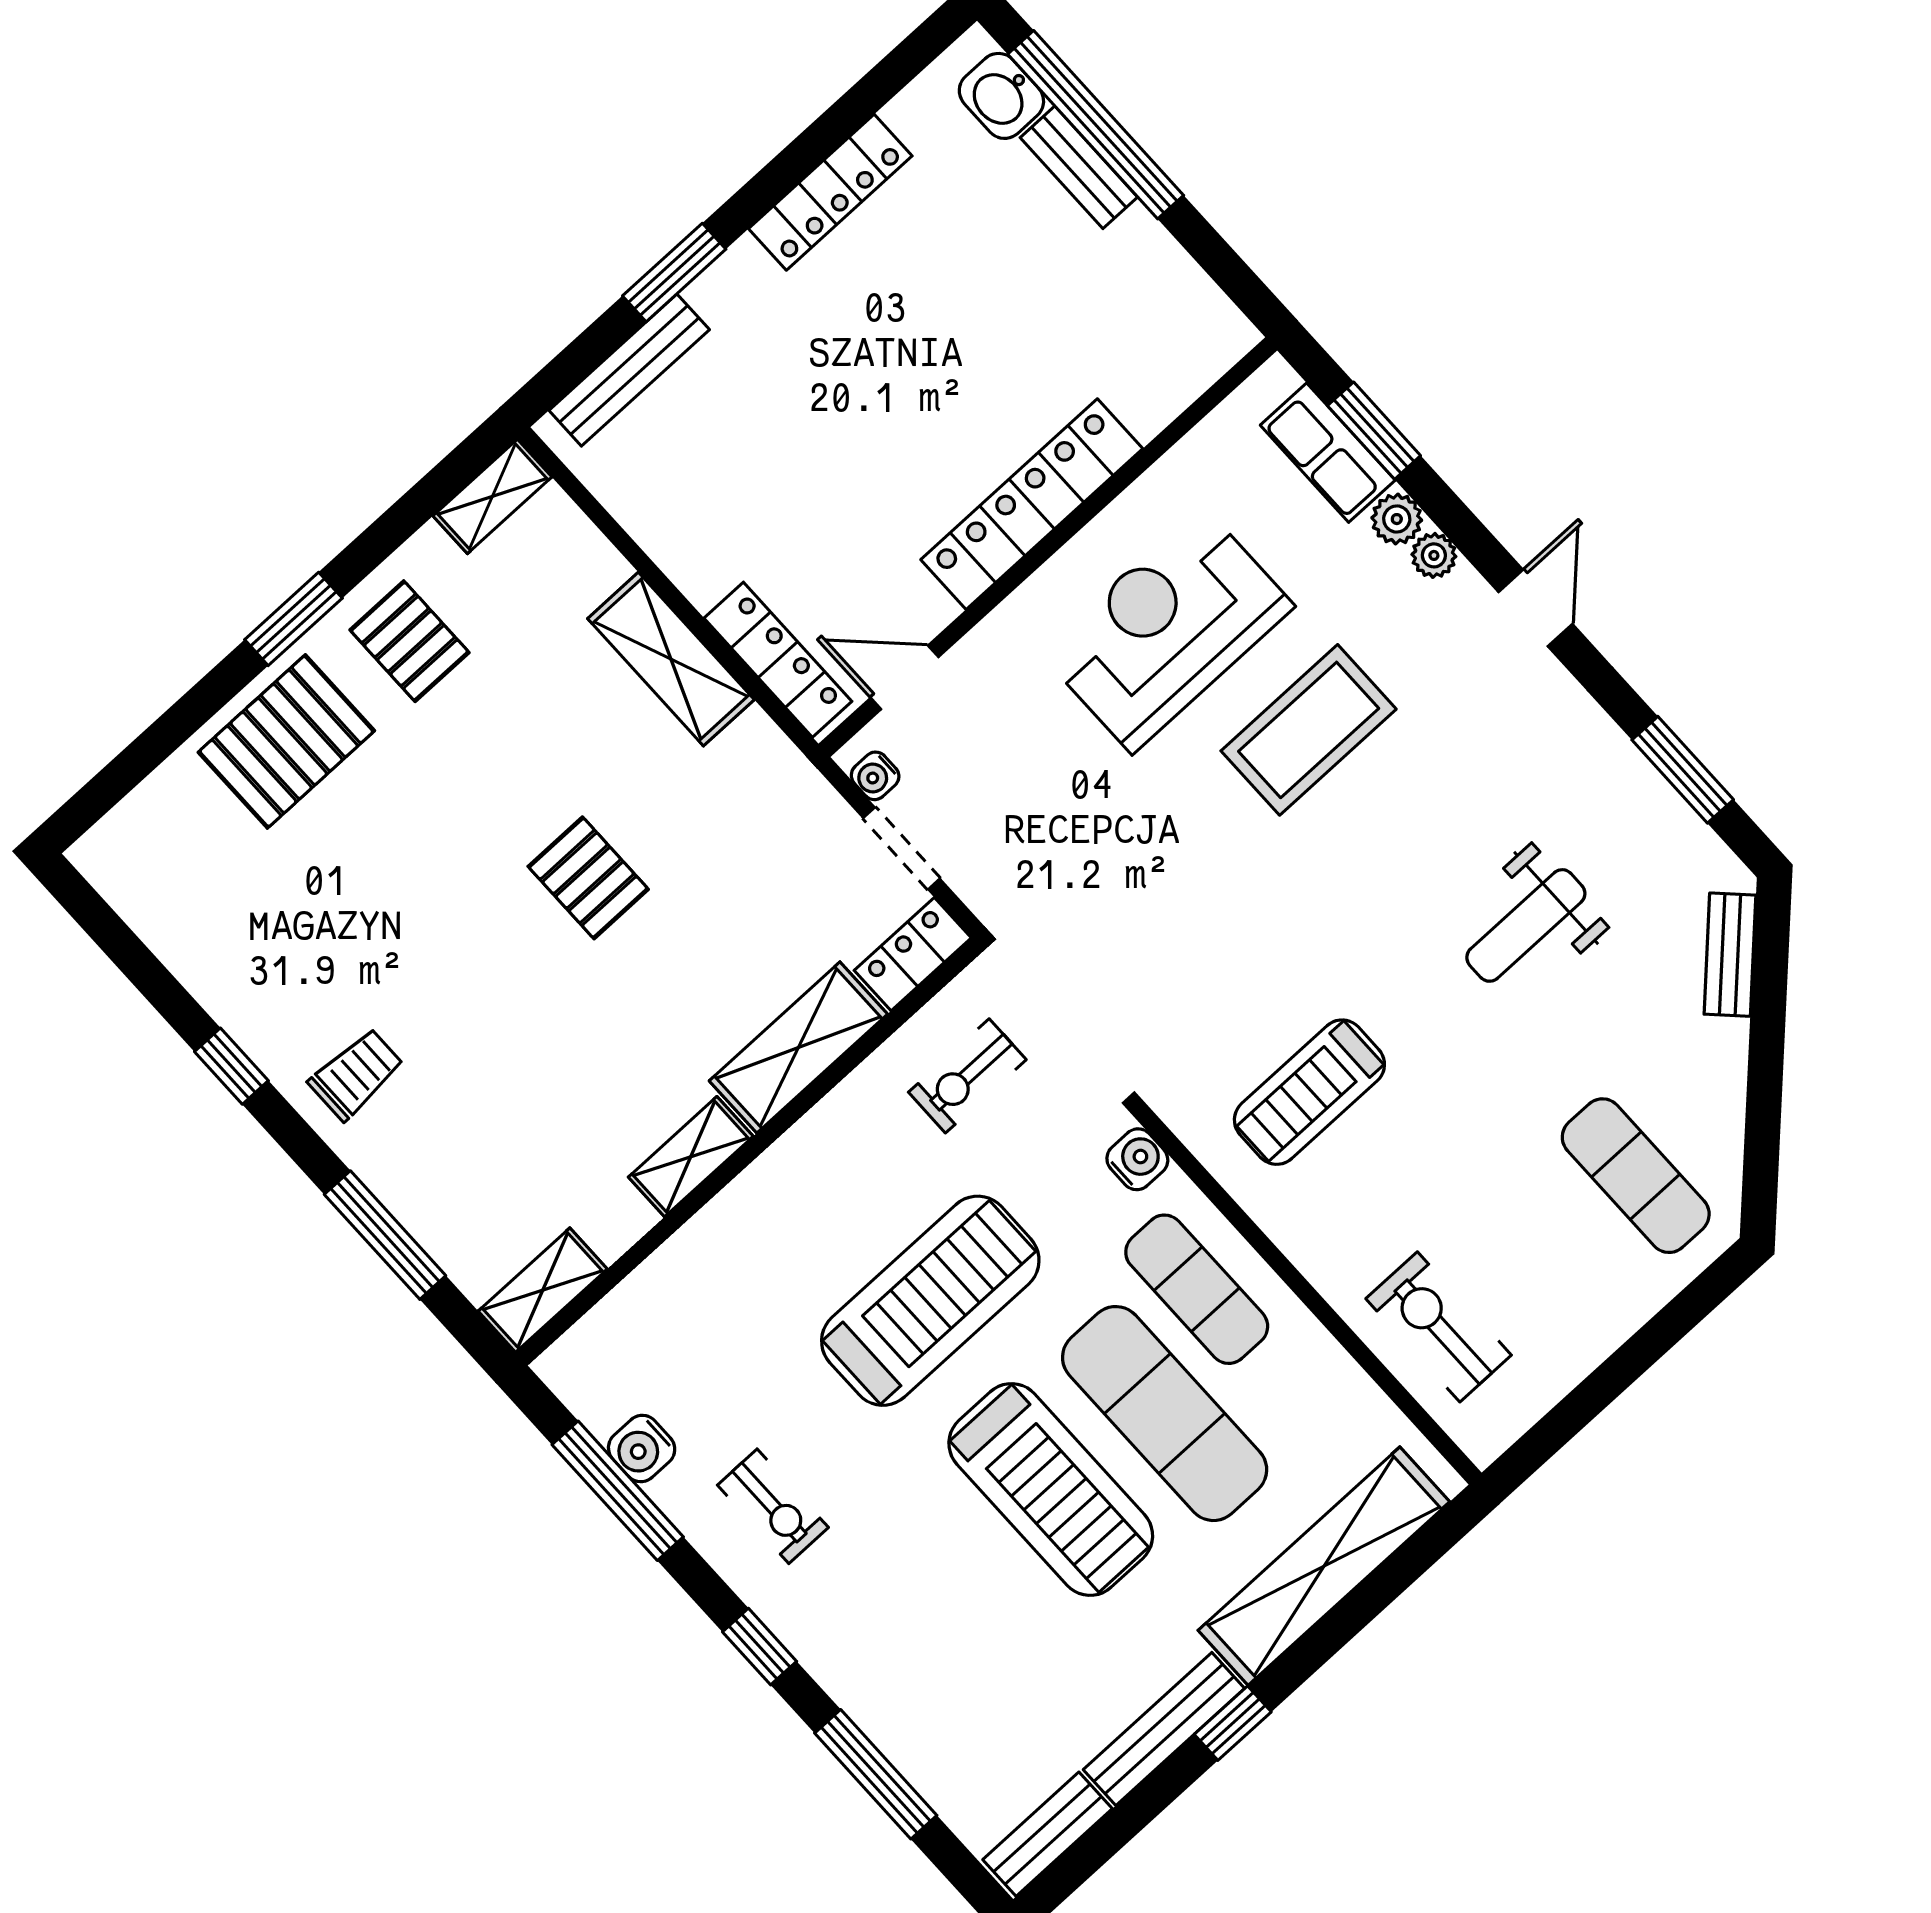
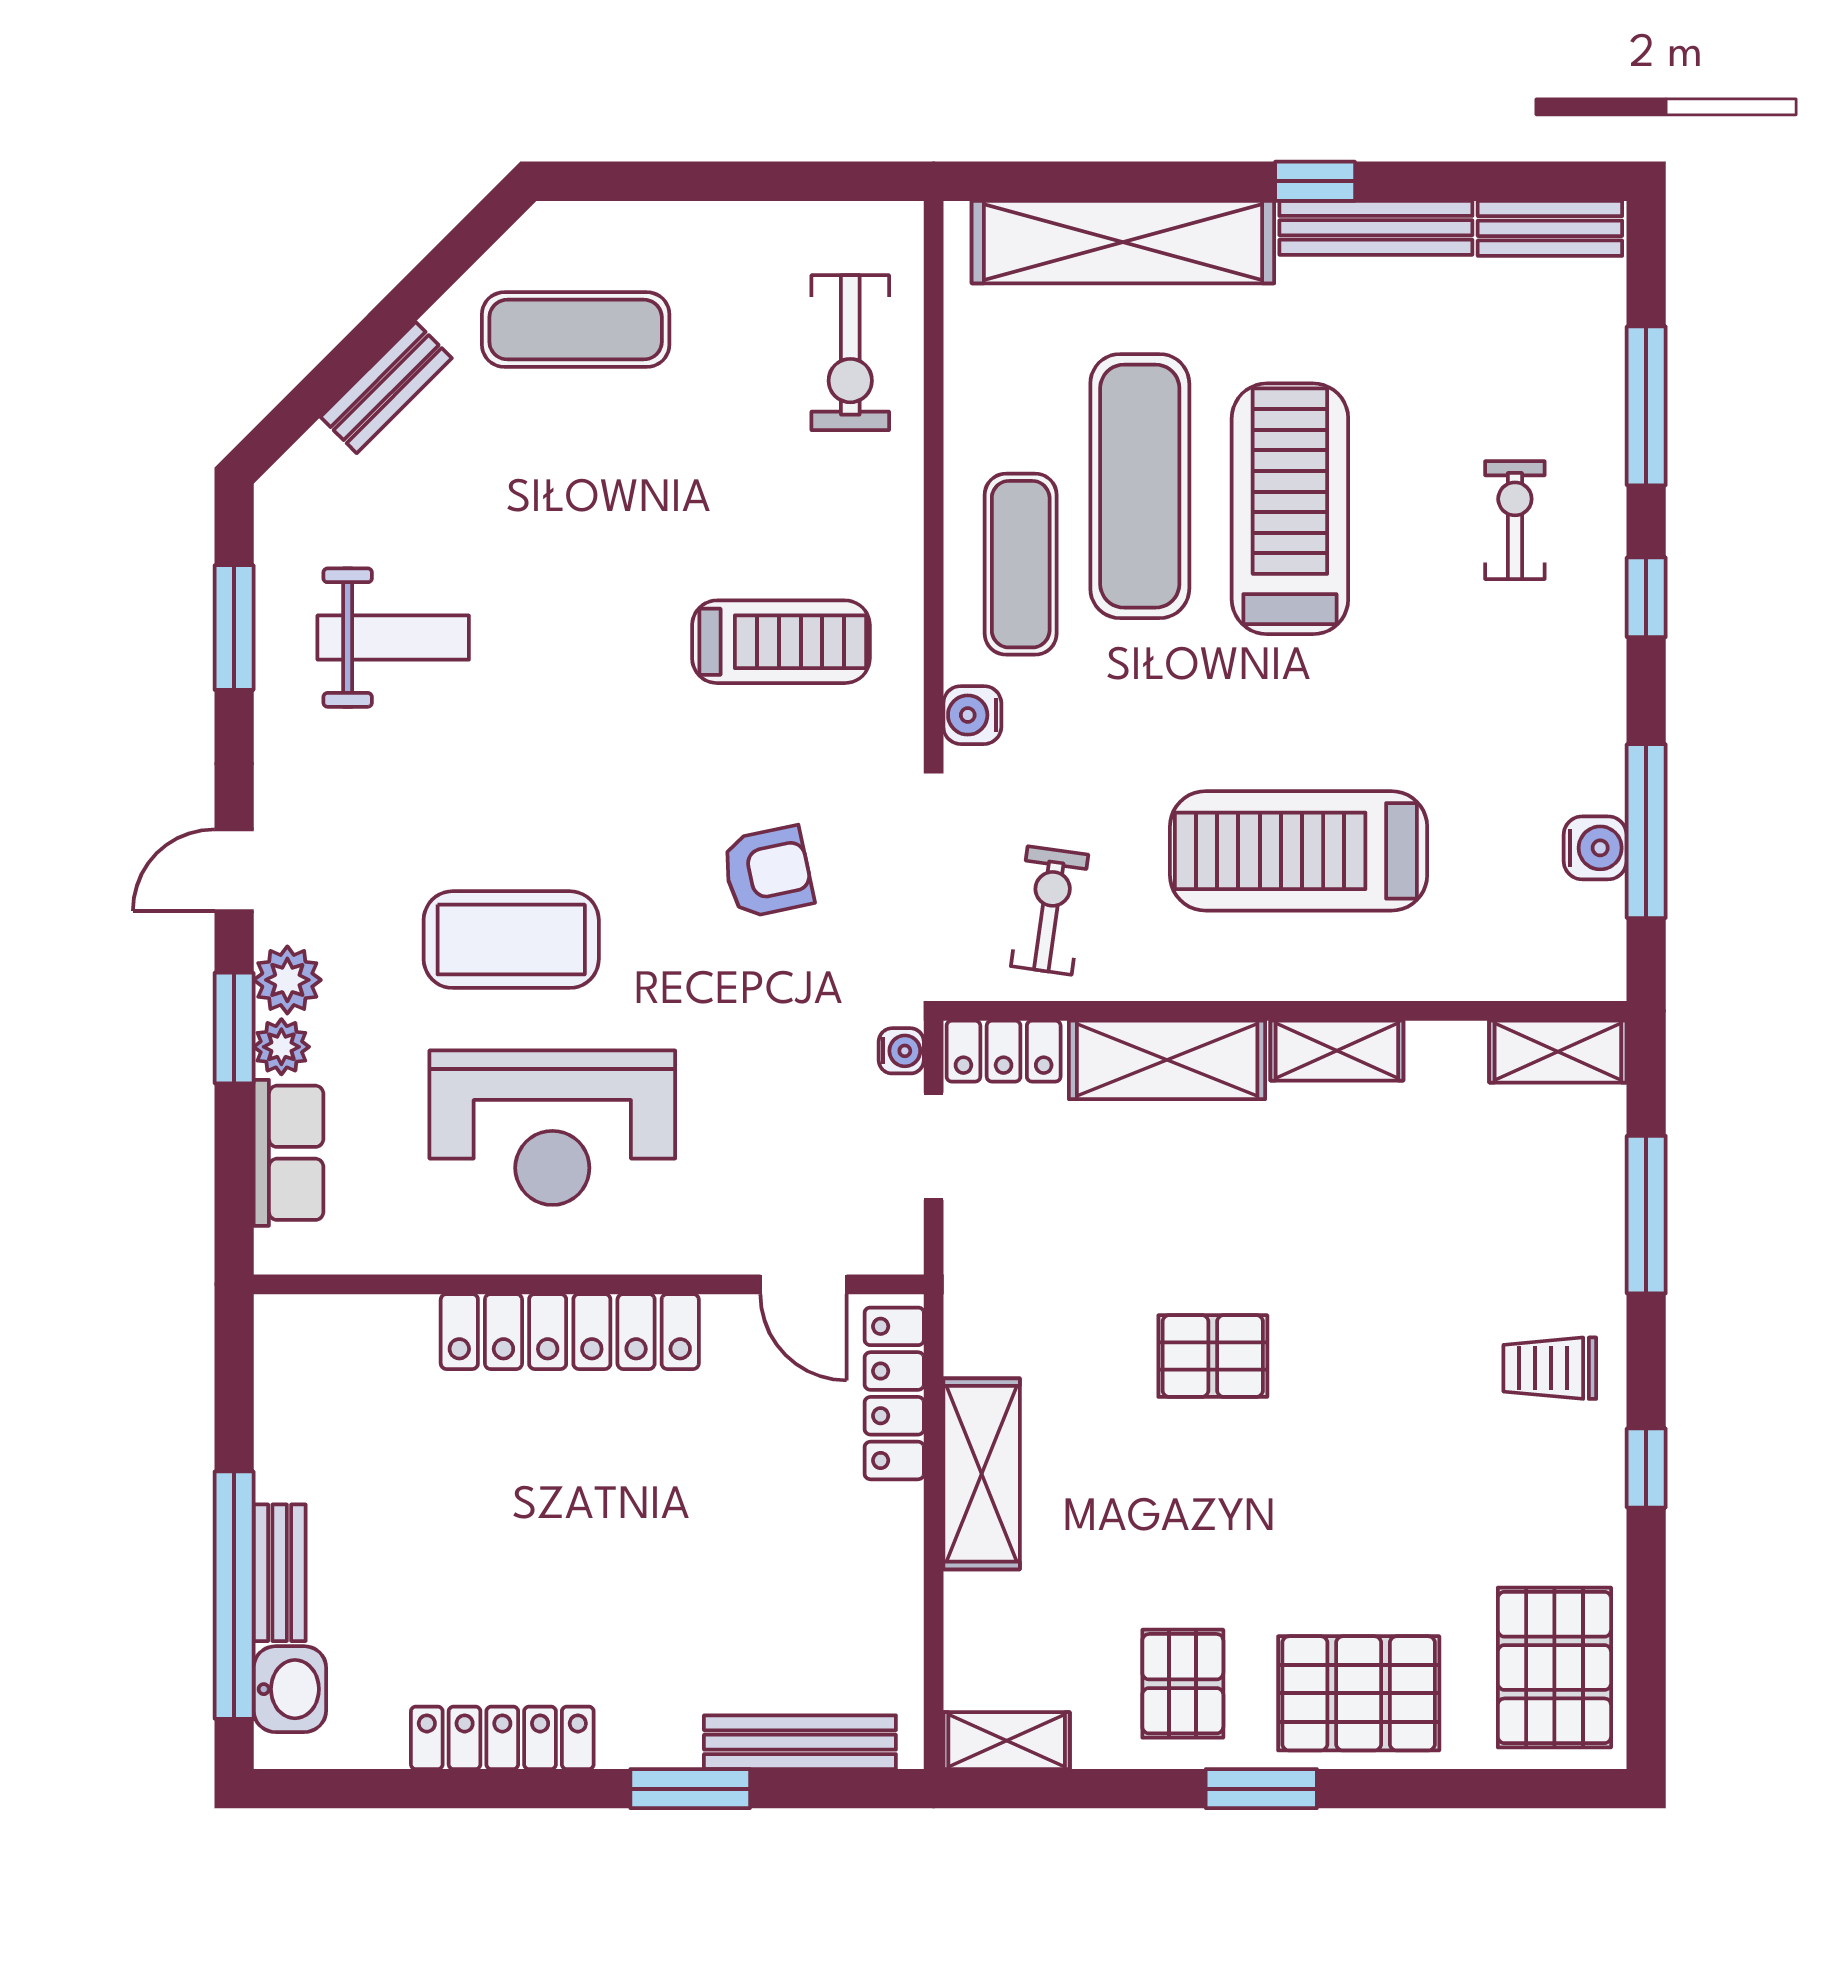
window: (1374, 431) -> (234, 1028), moved
plant: (1434, 555) -> (287, 980), width x1.38, depth x1.38
water cooler: (875, 776) -> (901, 1051), moved
pallet: (172, 877) -> (1554, 1668), added
pallet: (588, 878) -> (1213, 1356), turned 90
weight bench: (1526, 925) -> (393, 638), moved
armchair: (1179, 930) -> (768, 872), added
bench: (1730, 955) -> (386, 388), moved
exercise bike: (967, 1076) -> (1050, 910), turned -82
exercise mat: (1636, 1176) -> (576, 330), turned 90
treadmill: (930, 1301) -> (1299, 851), moved
exercise bike: (773, 1506) -> (1515, 520), moved

